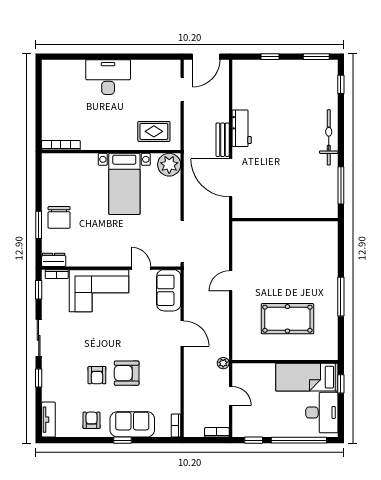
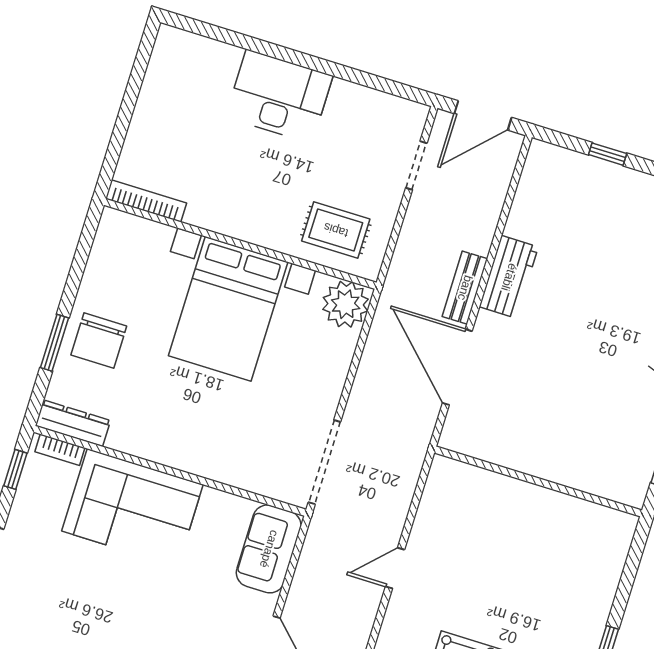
bed with nightstands: (124, 184) -> (228, 309), width x1.36
dresser: (54, 260) -> (73, 423), width x1.44
door: (141, 268) -> (229, 489), removed

